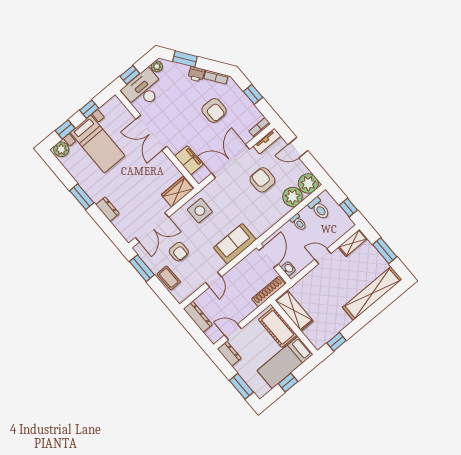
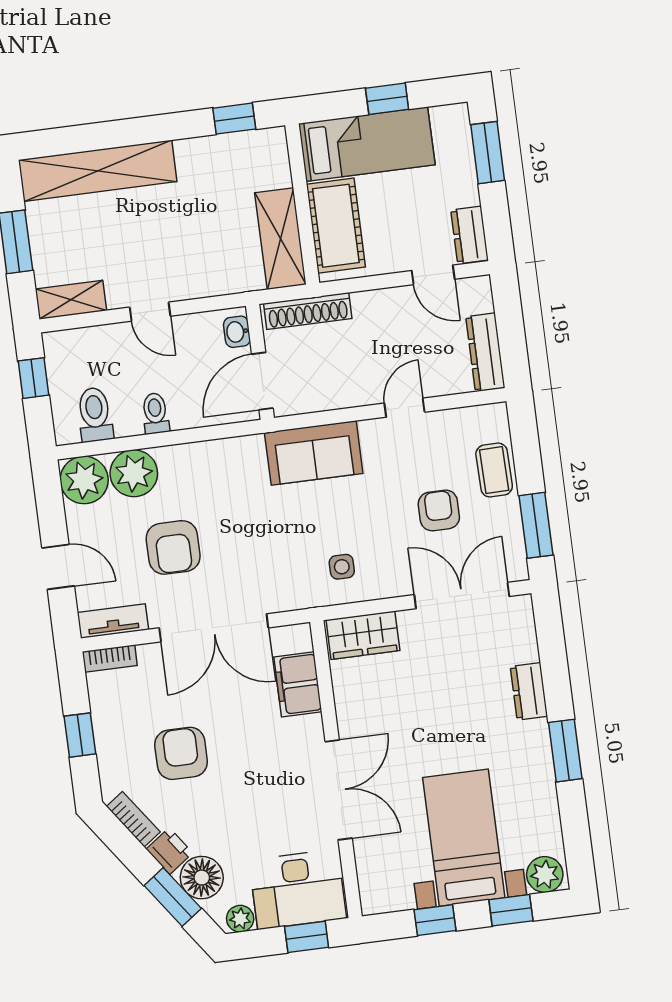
floor lamp: (179, 72) -> (202, 878), added
side table: (200, 211) -> (342, 567), width x0.54, depth x0.54

